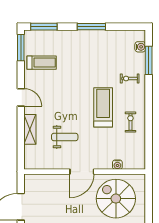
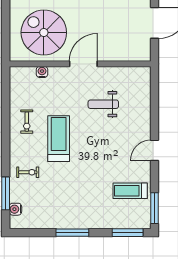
door: (21, 97) -> (154, 150), hinge flipped
treadmill: (103, 107) -> (59, 139), turned 180
shelving: (30, 129) -> (144, 113), removed
spiral stairs: (116, 199) -> (44, 33), turned 180

